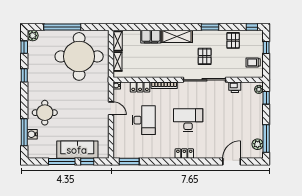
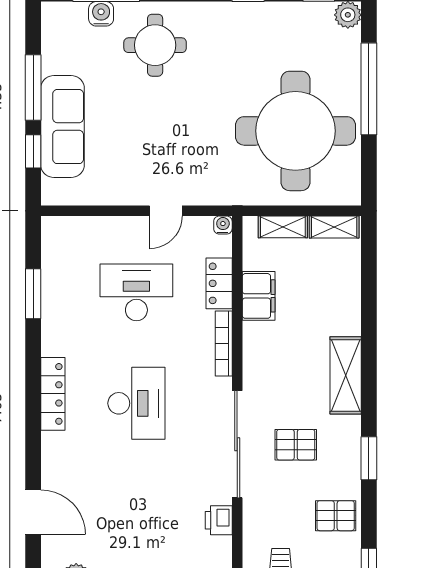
filing cabinet: (151, 37) -> (259, 296), moved, turned 180
desk: (144, 120) -> (136, 292), turned 180
locker: (184, 154) -> (53, 394), width x1.53
window: (129, 161) -> (33, 294), moved

